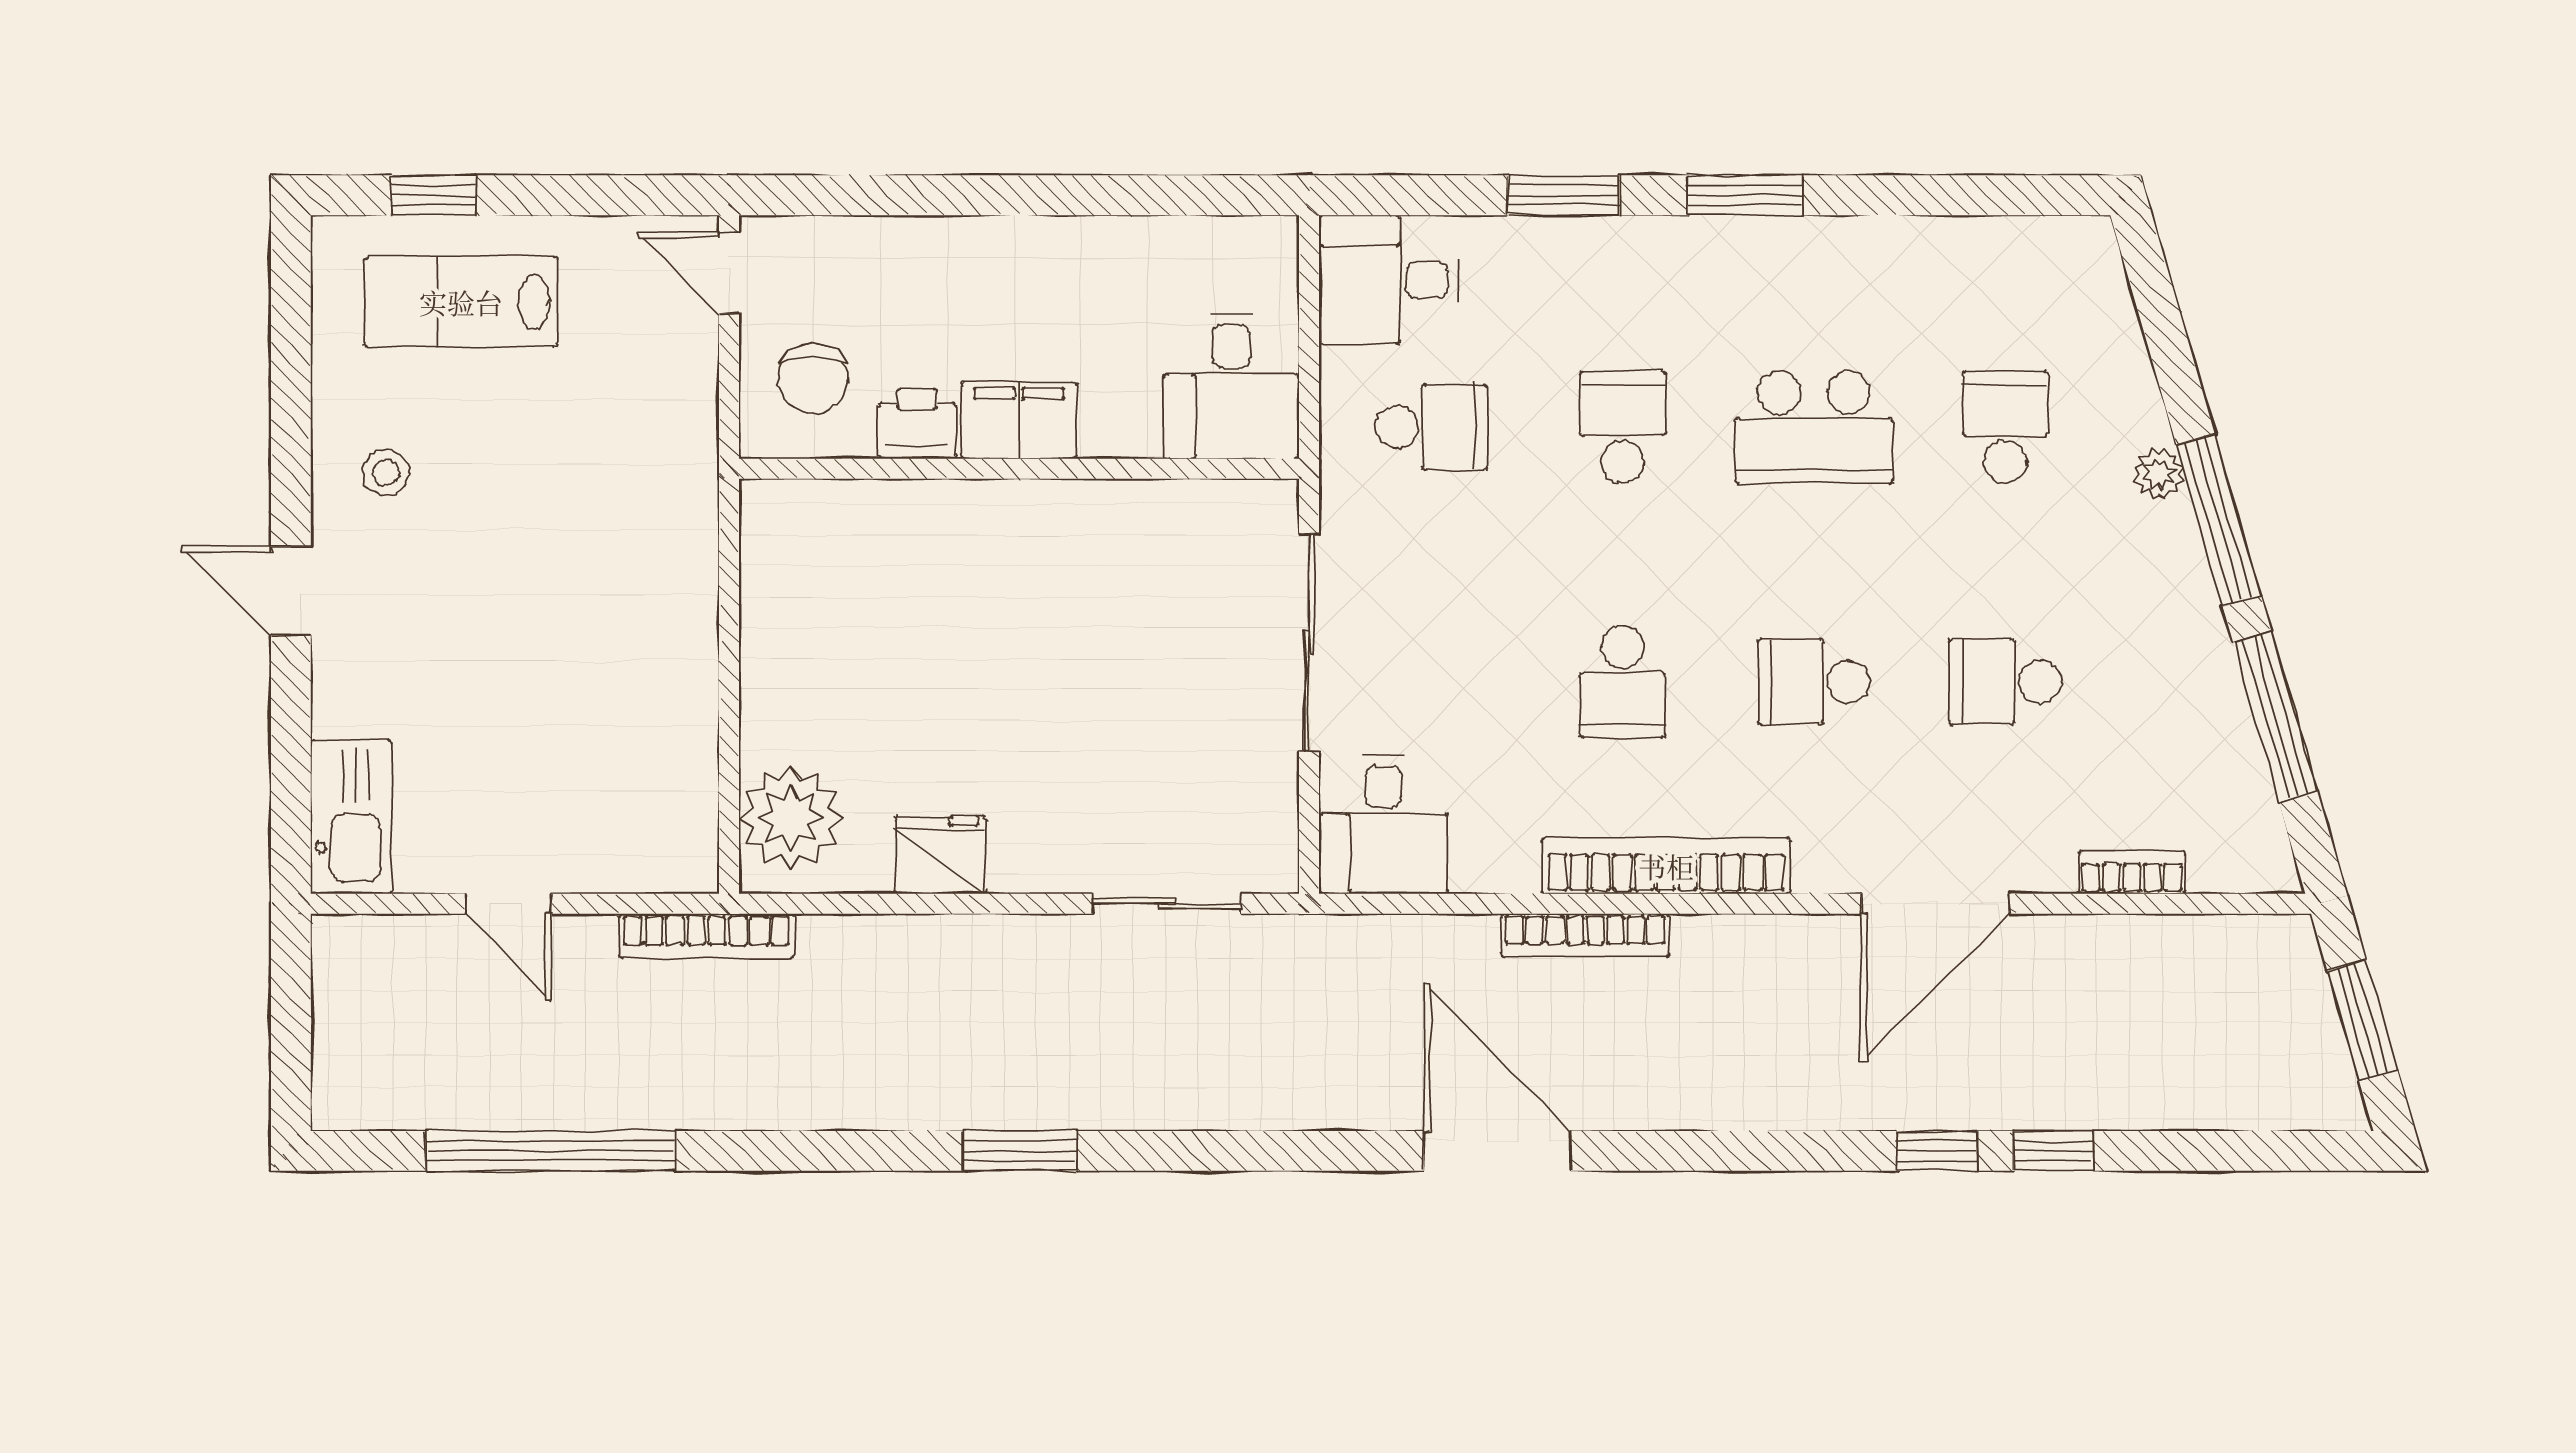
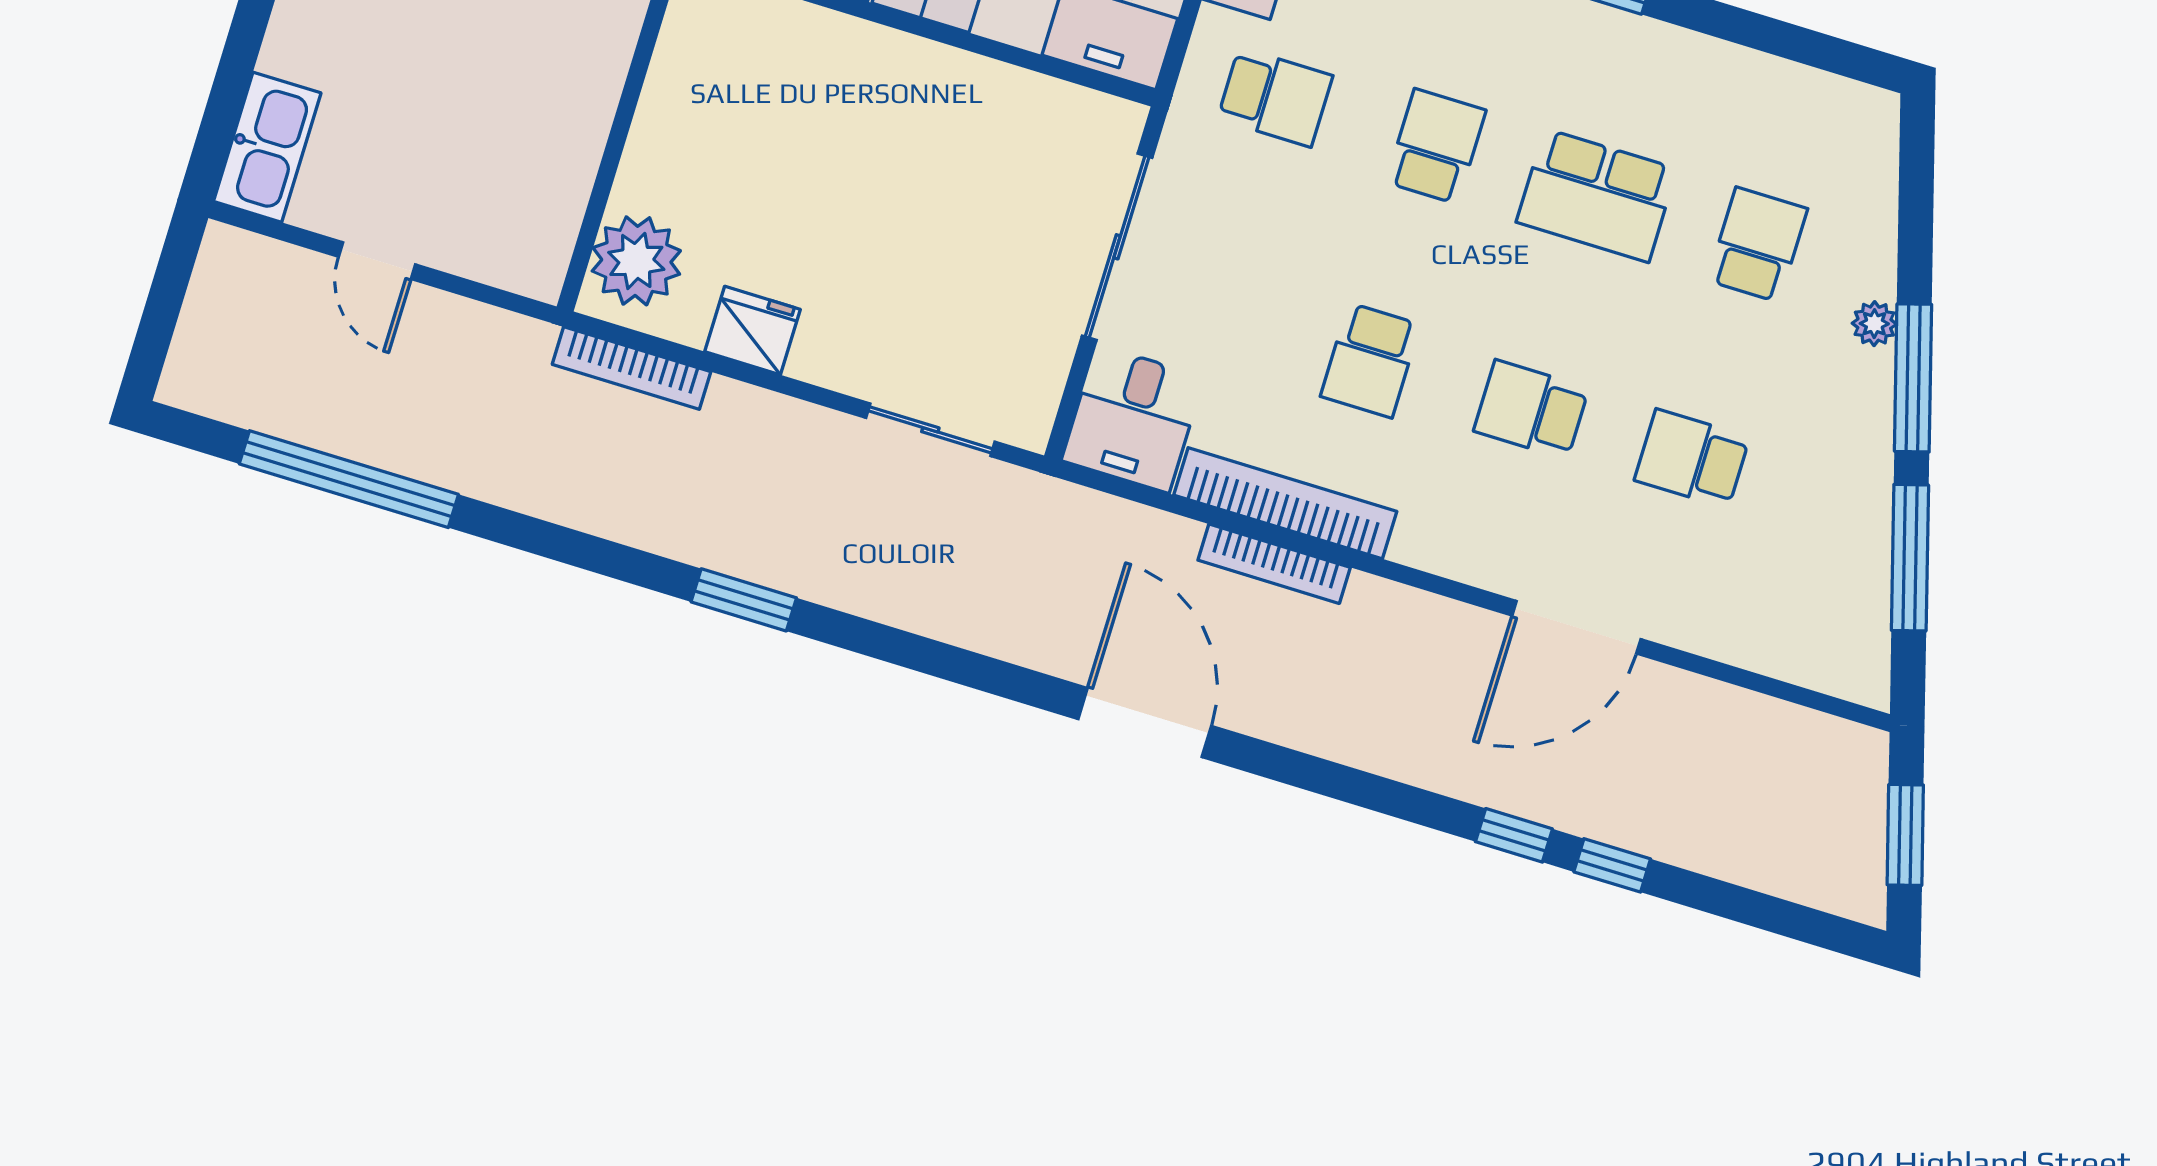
bookcase: (1666, 866) -> (1285, 503), moved
bookcase: (2132, 872) -> (1750, 651), removed
bookcase: (707, 936) -> (631, 368), moved

